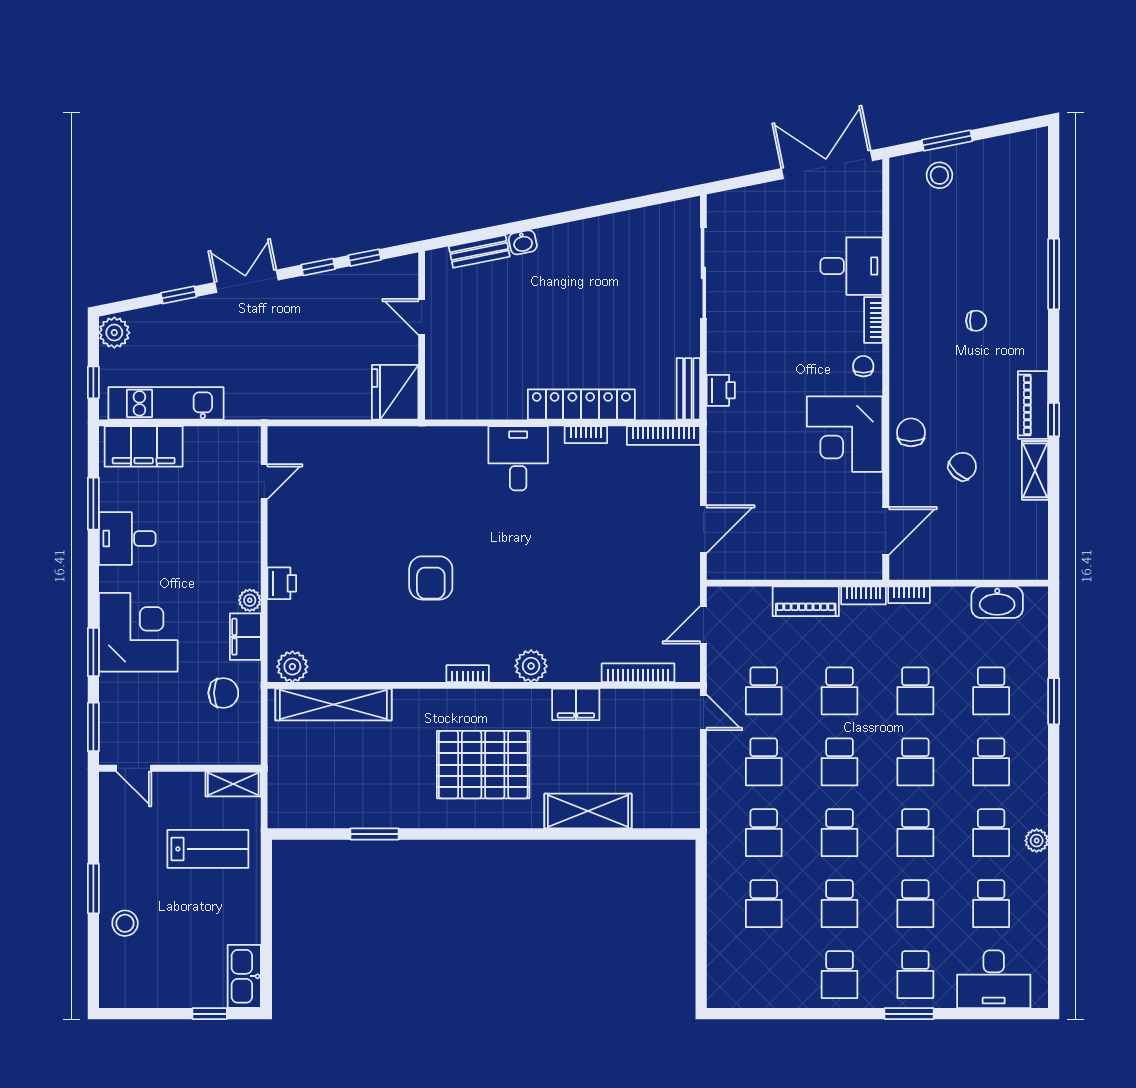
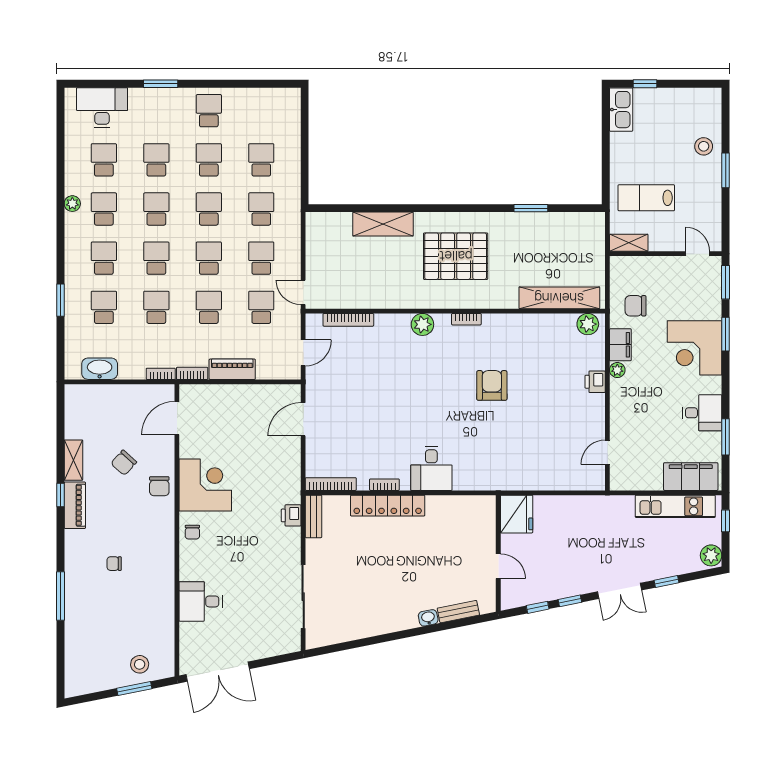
bookcase: (873, 320) -> (185, 564), removed
filing cabinet: (576, 704) -> (391, 298), removed
school desk: (915, 975) -> (156, 111), removed

